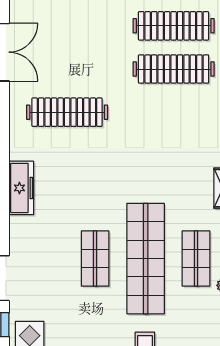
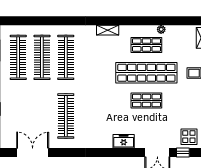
clothes rail: (174, 112) -> (66, 57), added
freezer: (21, 188) -> (124, 141), moved, width x0.71

